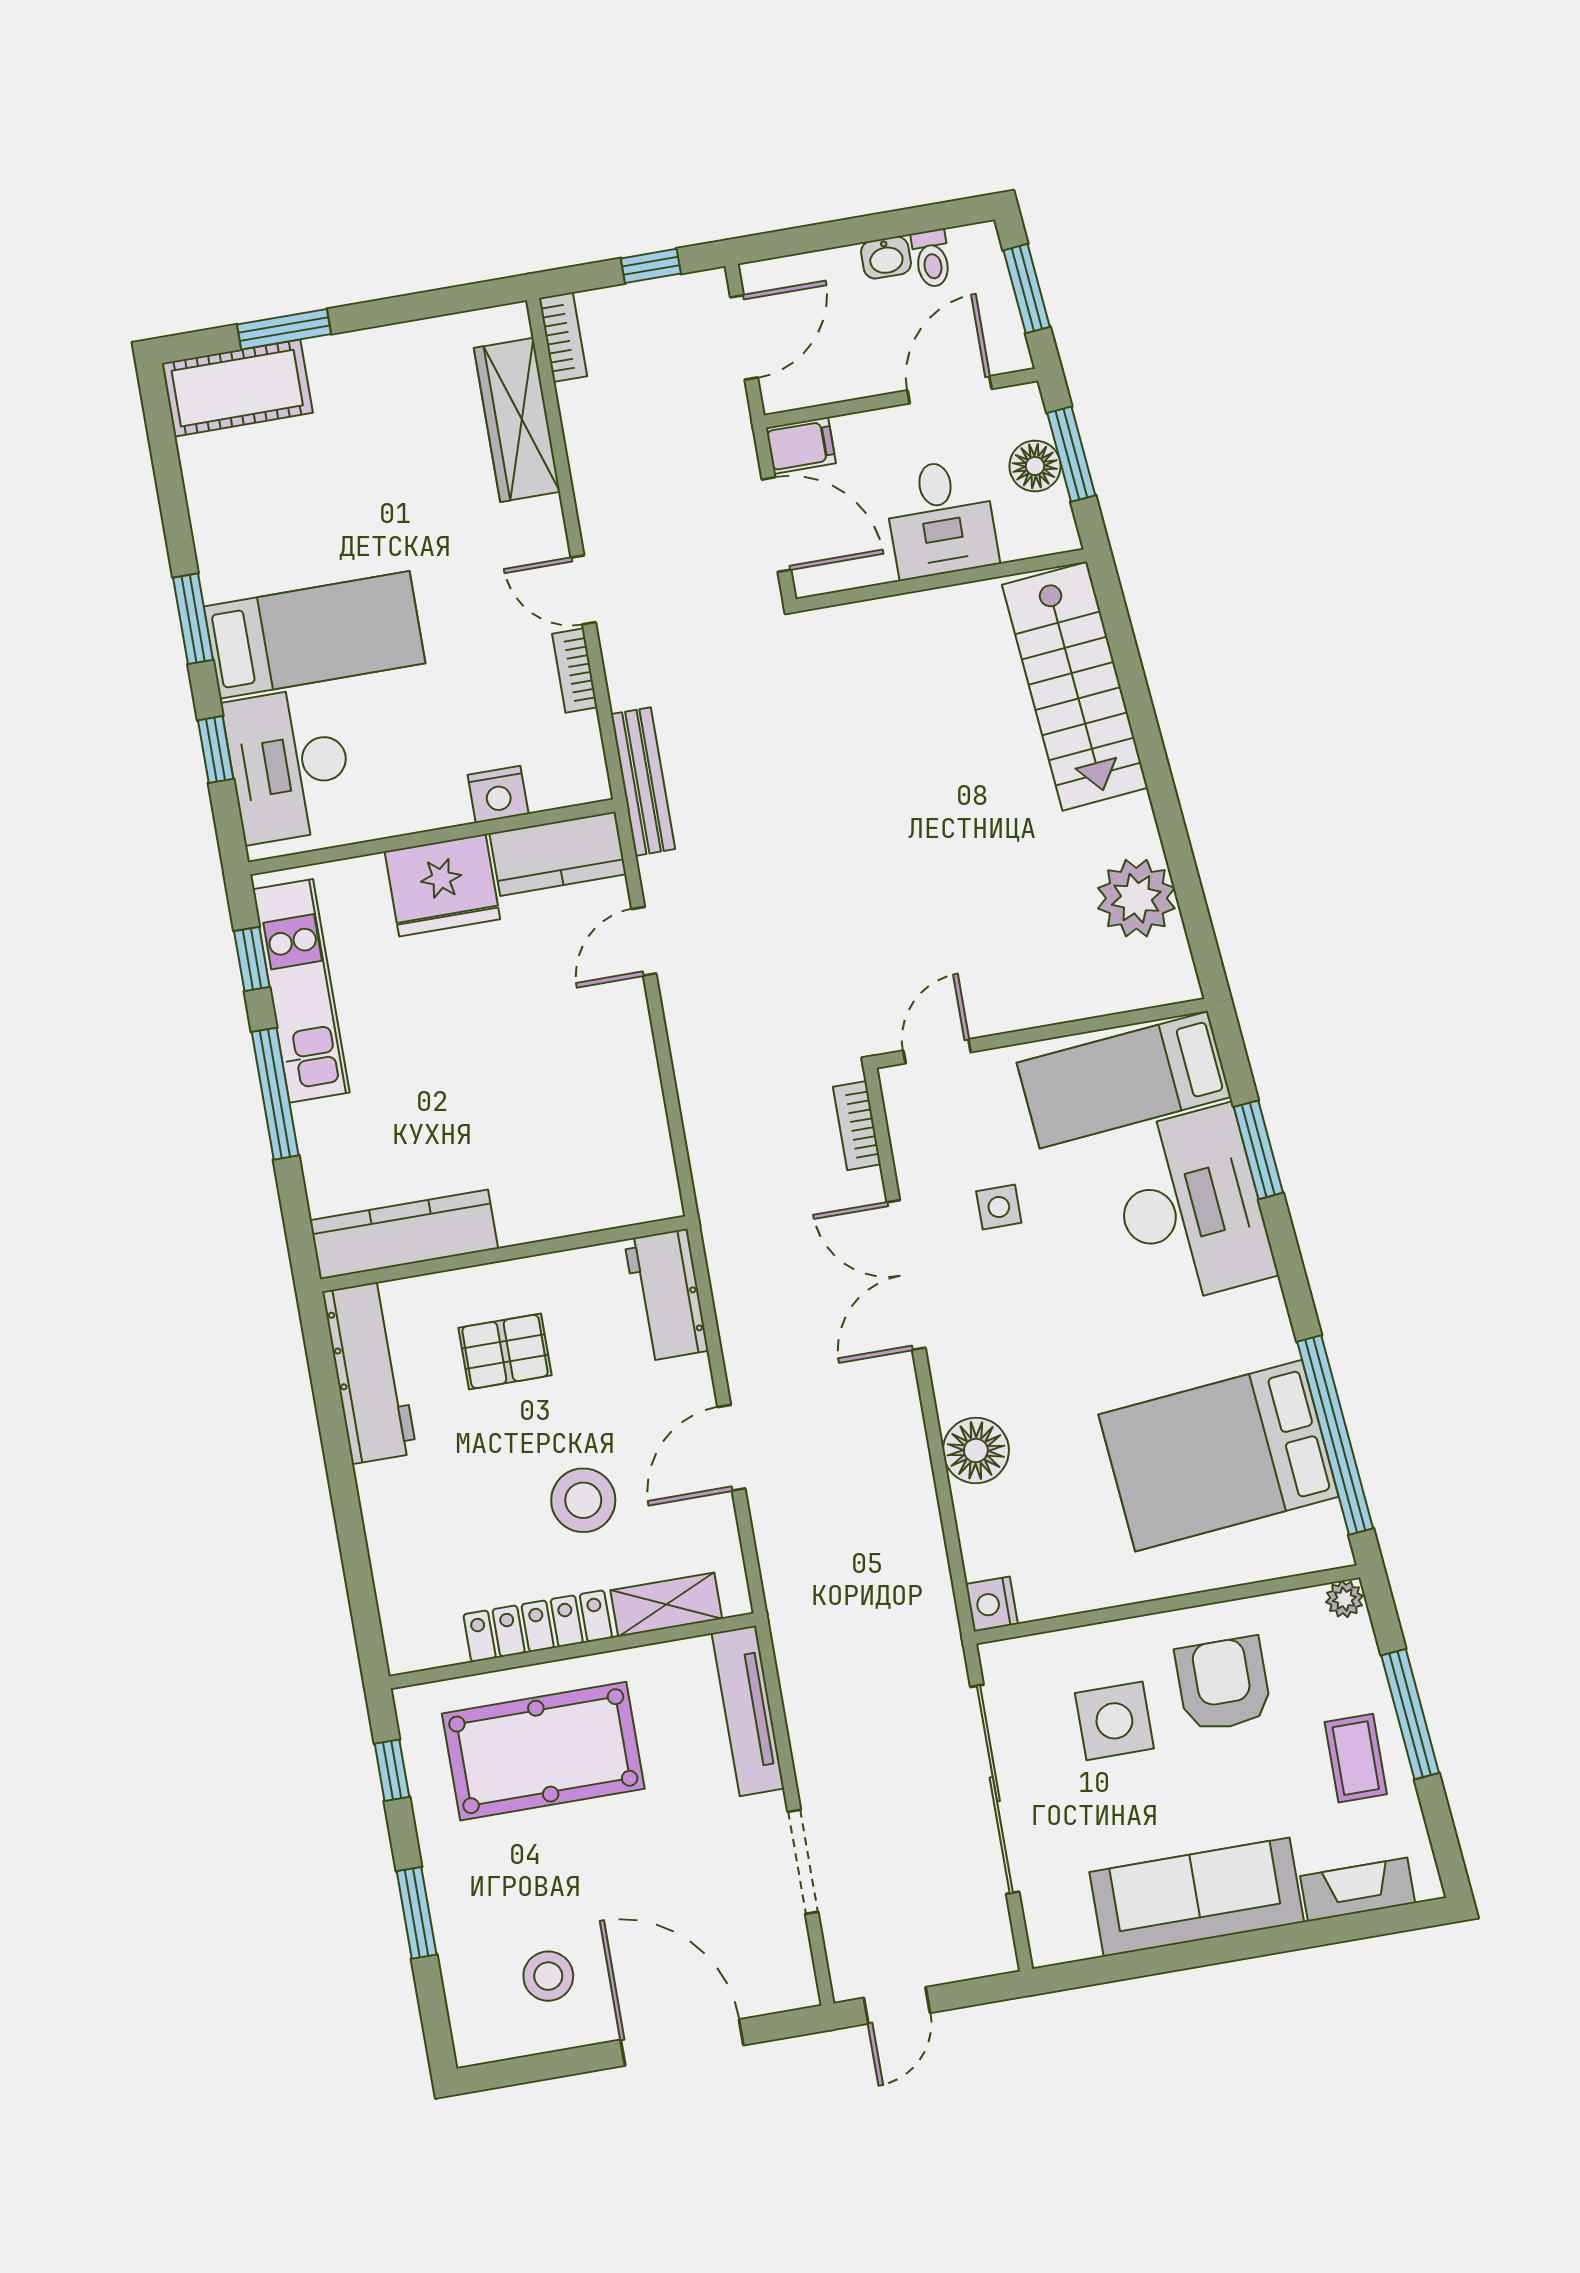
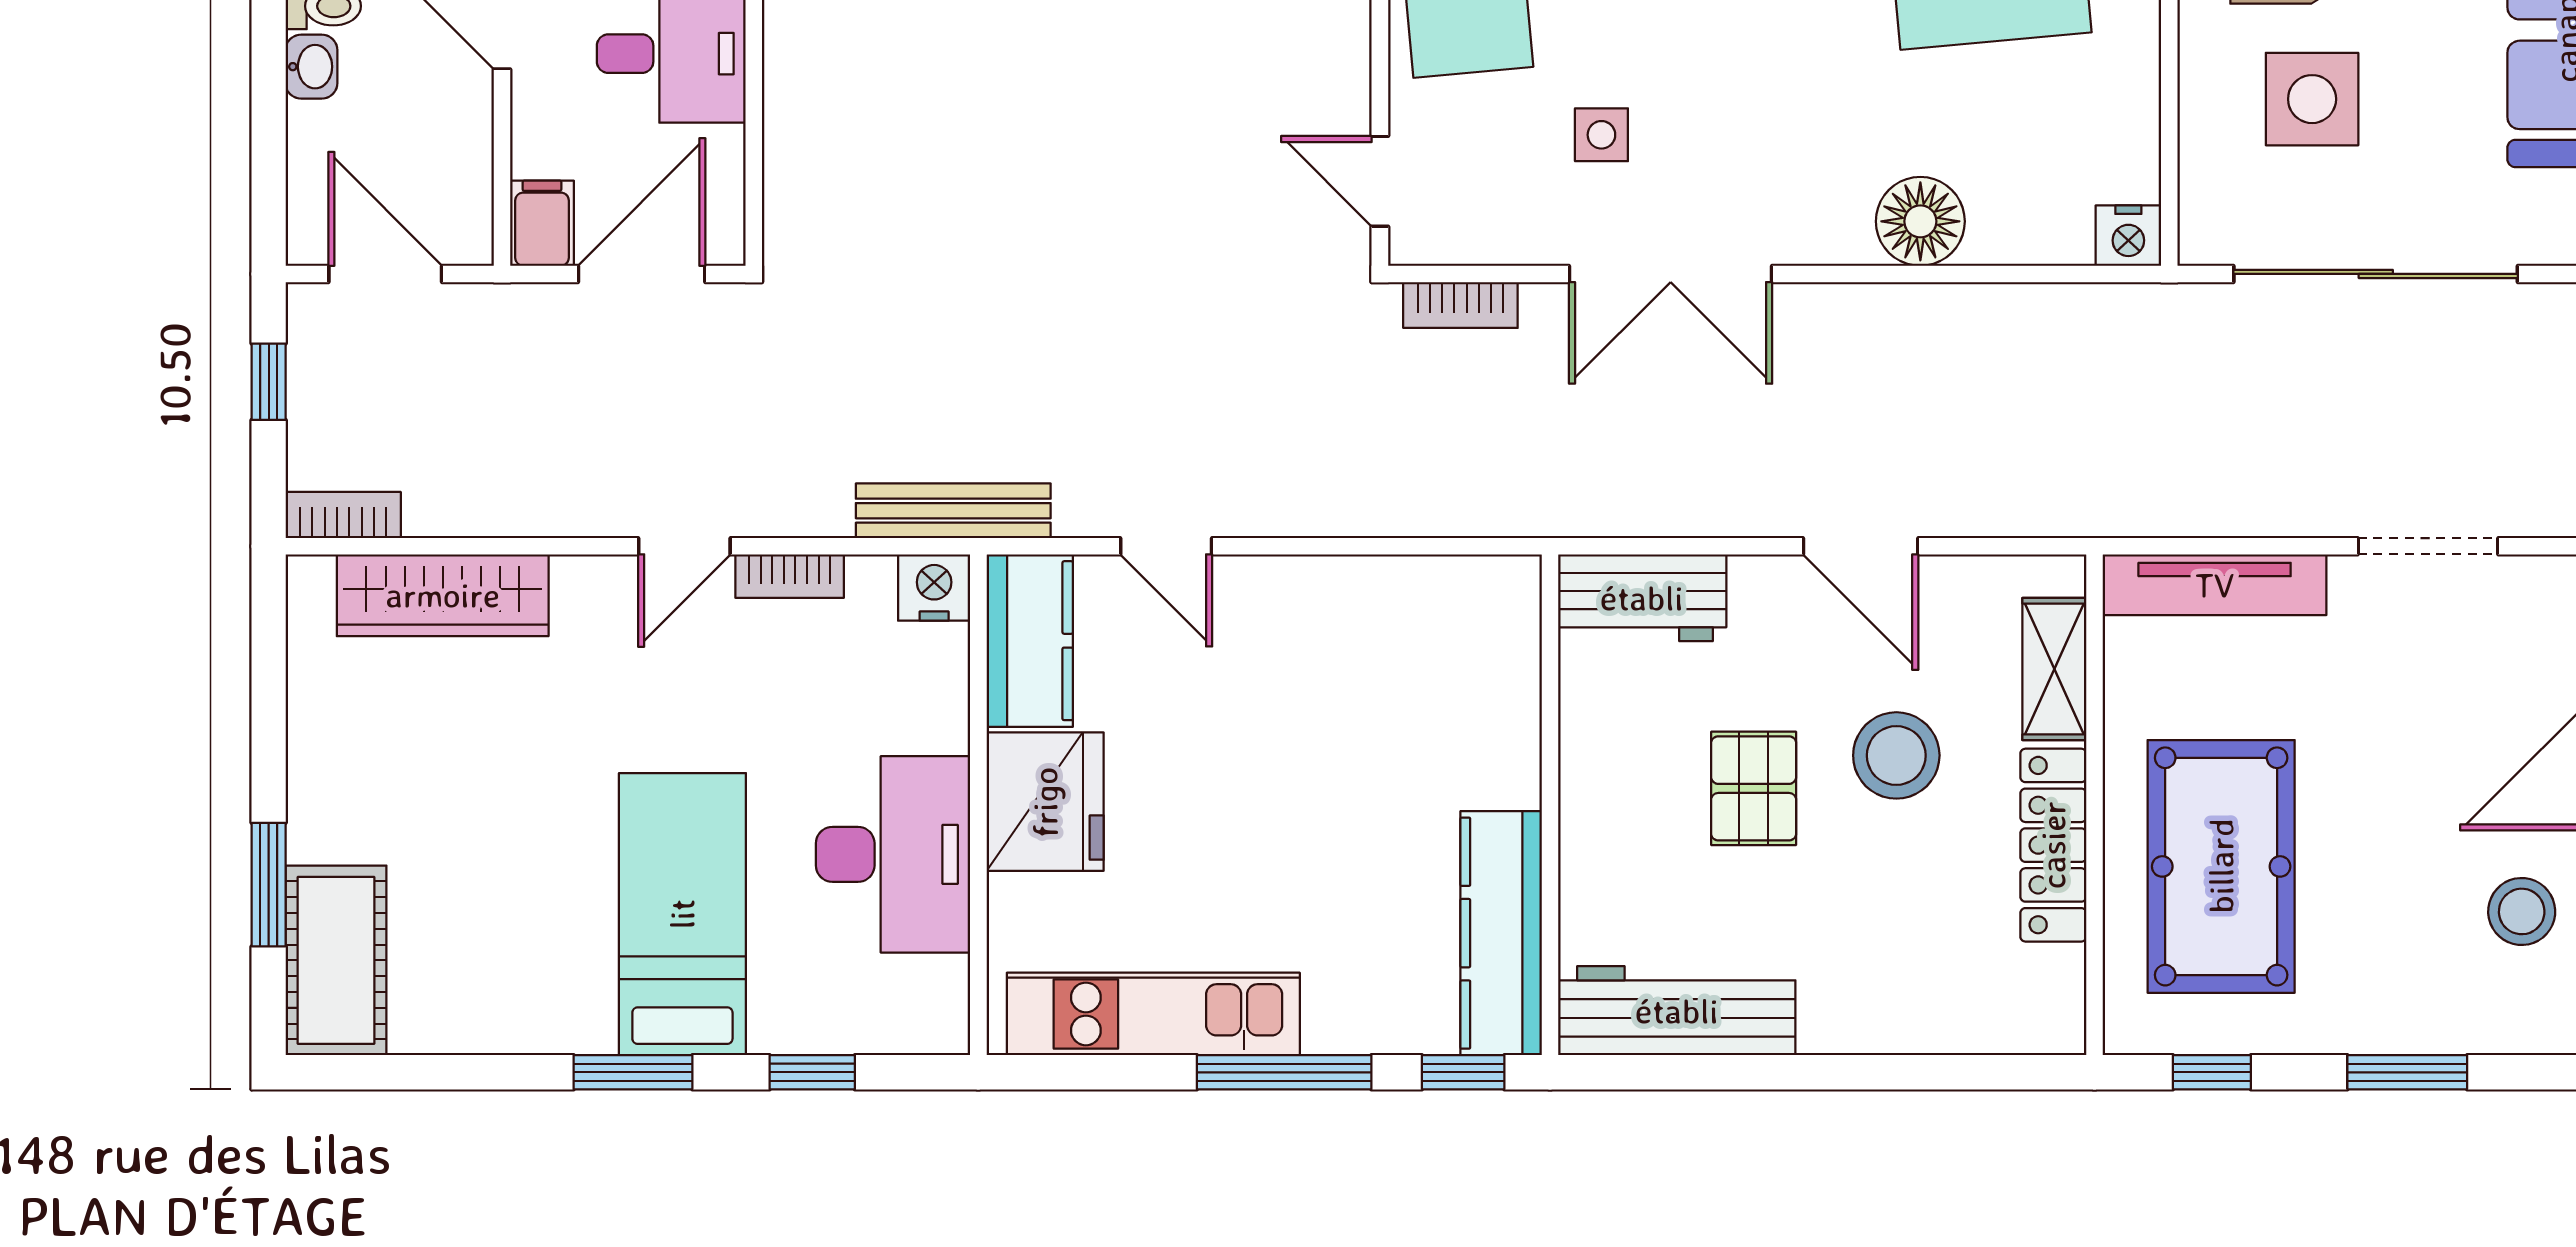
desk: (289, 765) -> (893, 854), moved, turned -90
nightstand: (498, 794) -> (934, 588), moved, turned -90
window: (252, 959) -> (1463, 1072), moved
pallet: (505, 1352) -> (1754, 788), moved

